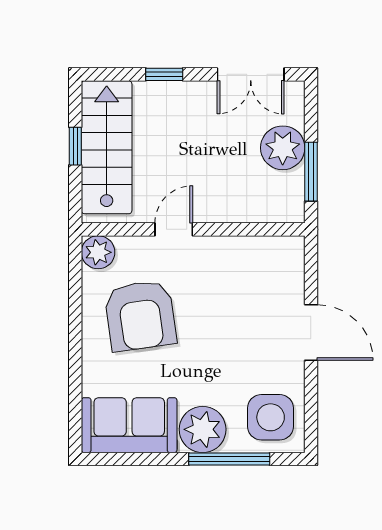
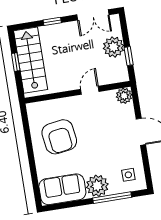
window: (311, 172) -> (129, 56), width x0.67
door: (174, 229) -> (90, 90), moved
plant: (98, 252) -> (124, 96), moved
side table: (271, 417) -> (128, 175), width x0.54, depth x0.54

